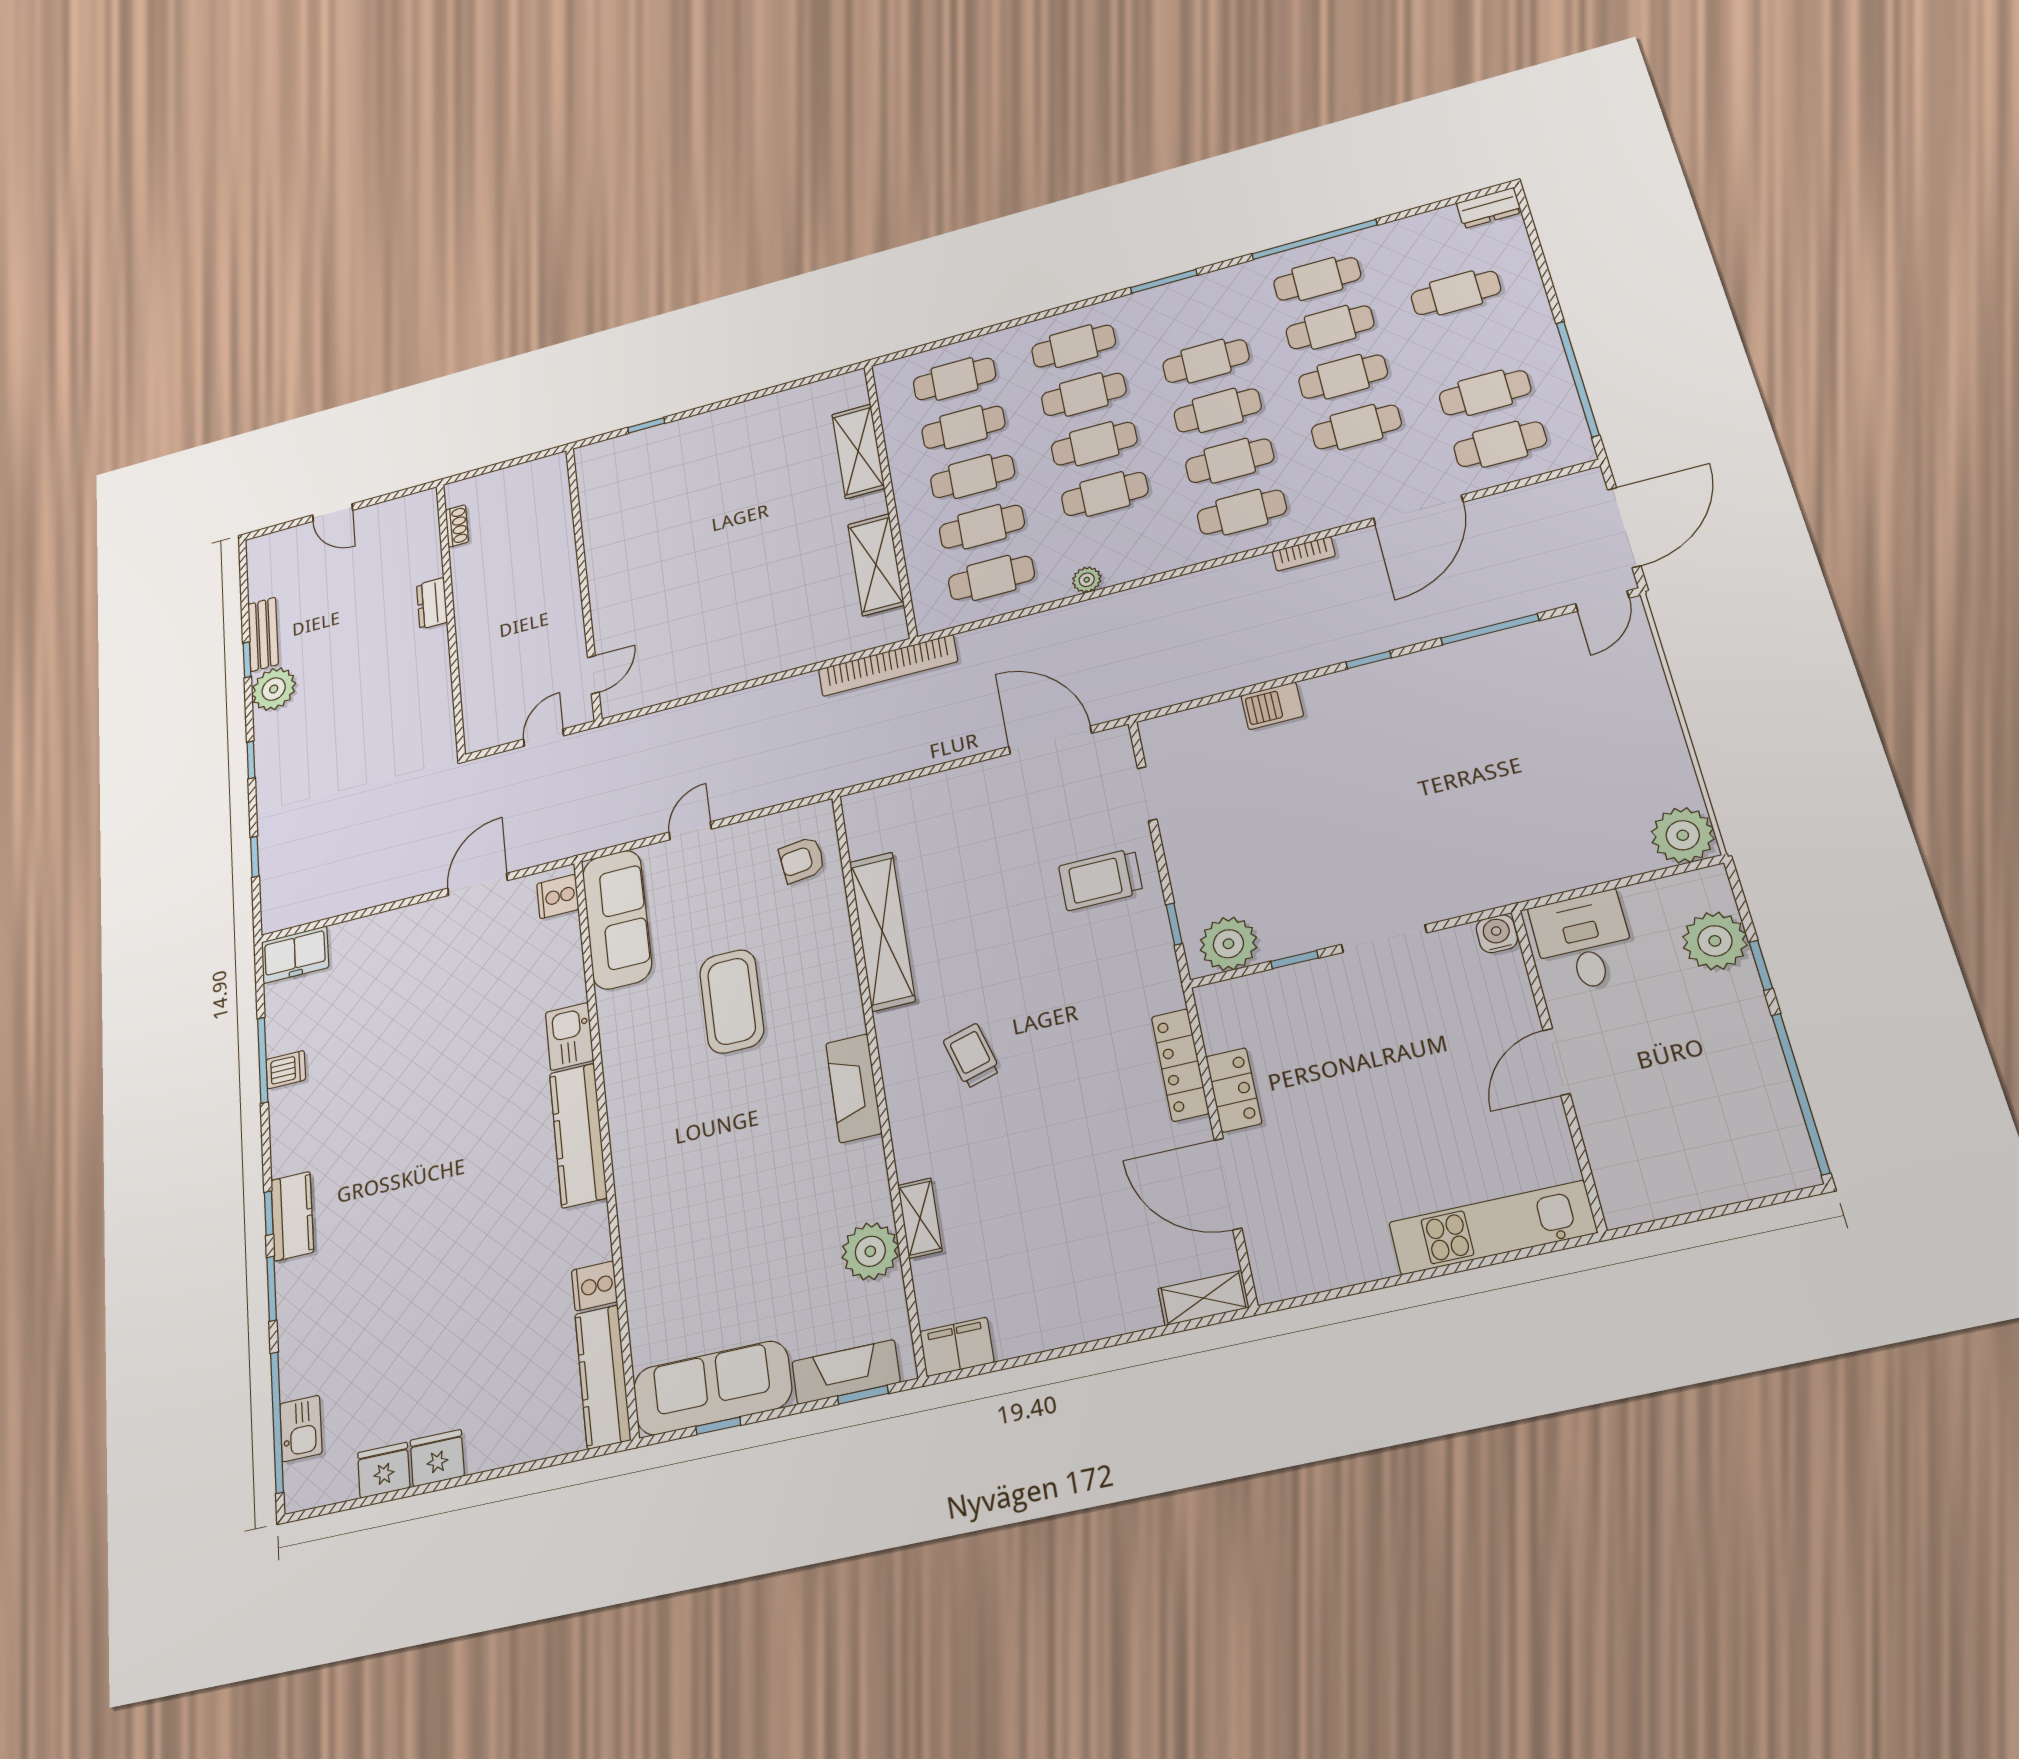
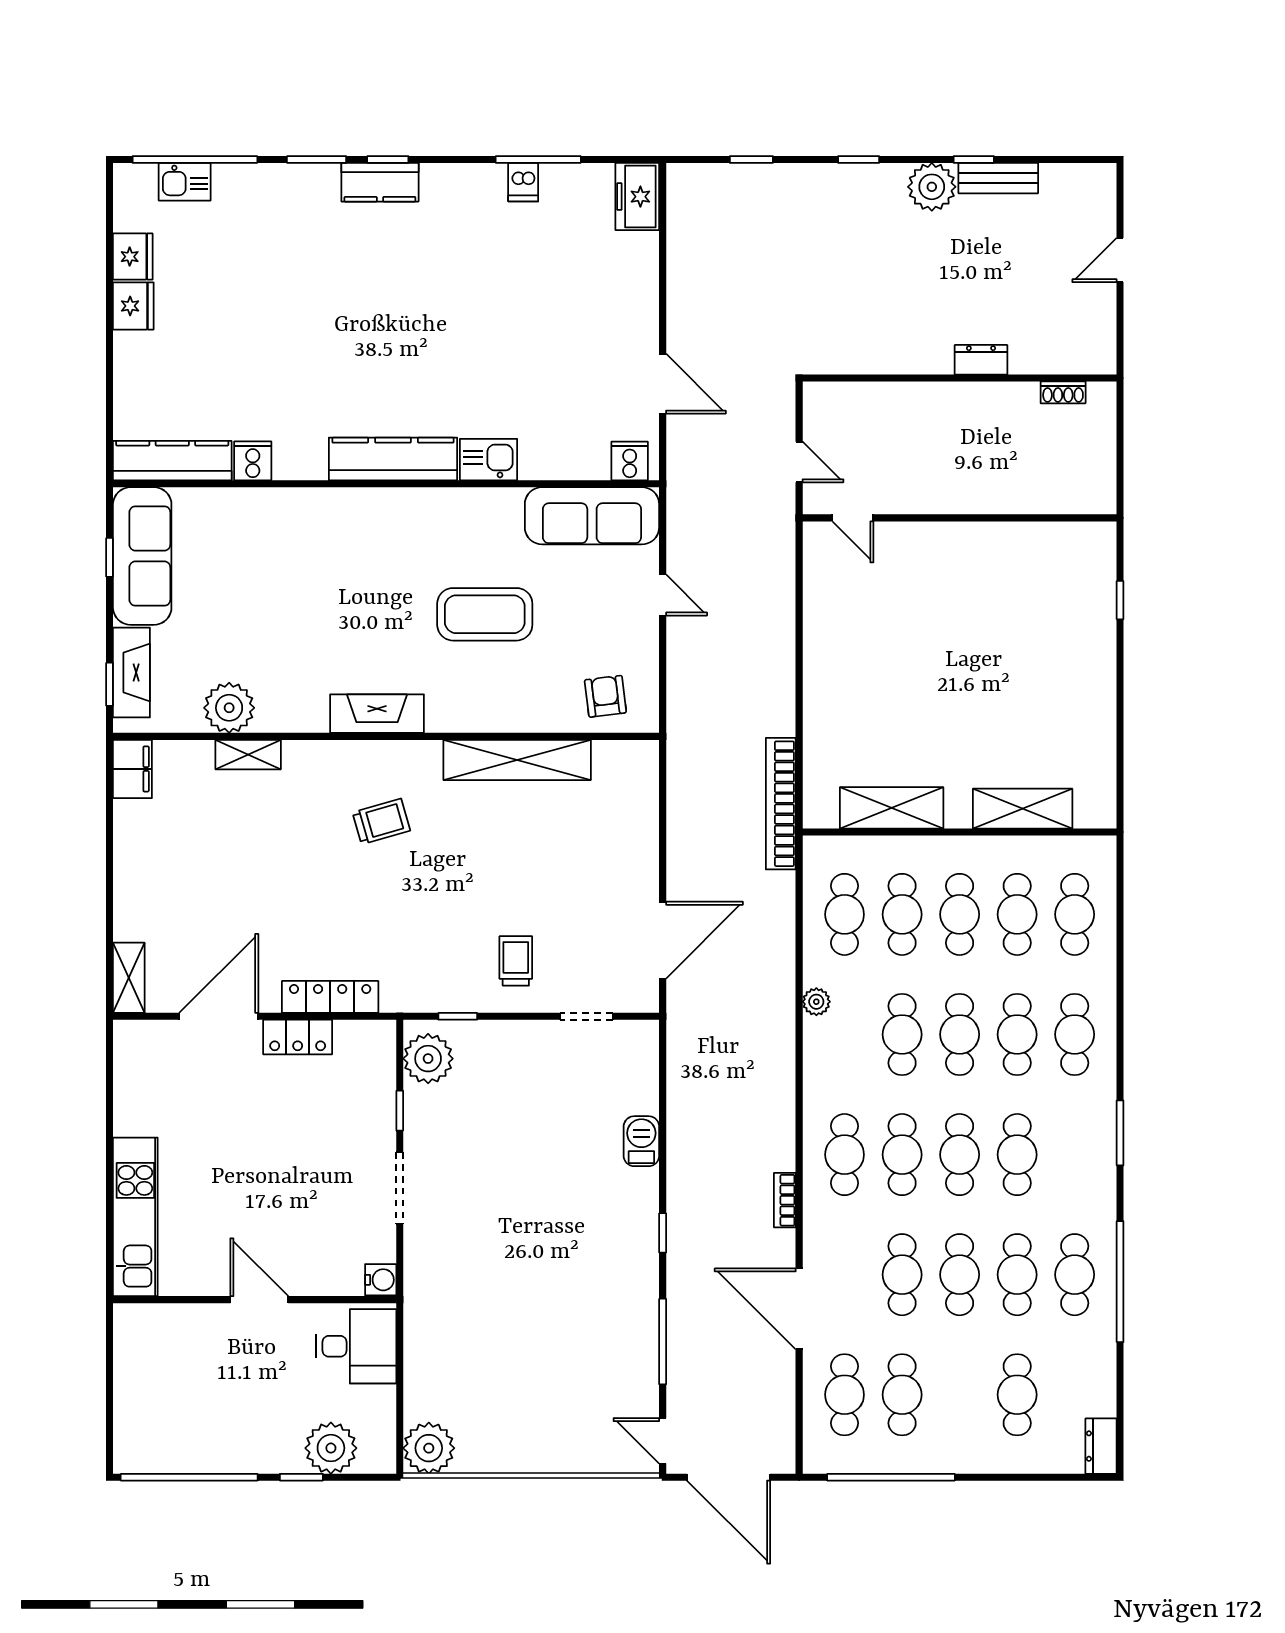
trolley: (1101, 879) -> (516, 961), width x0.73, depth x0.72

